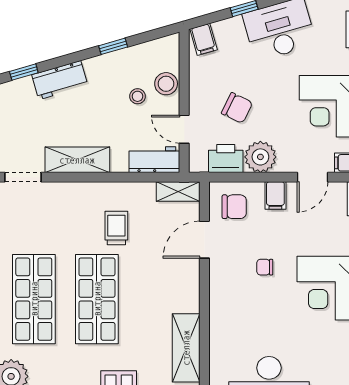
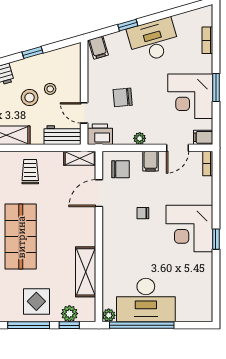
stool: (166, 84) -> (30, 98), moved
chair: (237, 108) -> (123, 97), turned 149
plant: (260, 157) -> (140, 138), width x0.53, depth x0.53
printer: (226, 159) -> (100, 134), moved
trolley: (116, 228) -> (30, 172), moved

